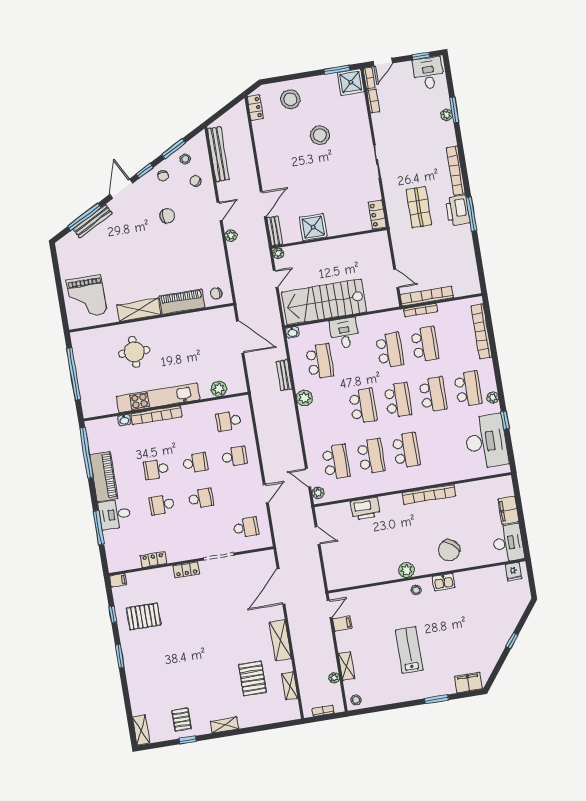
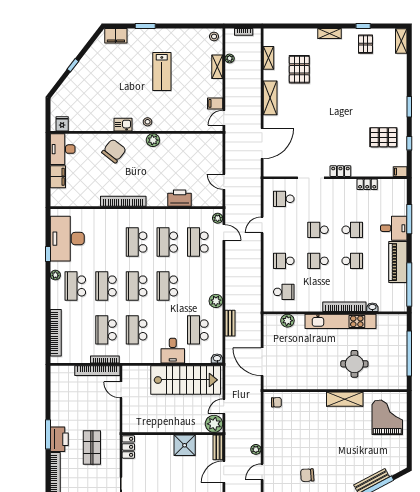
plant: (278, 253) -> (214, 424), width x1.87, depth x1.87
piano: (182, 302) -> (307, 400), removed

